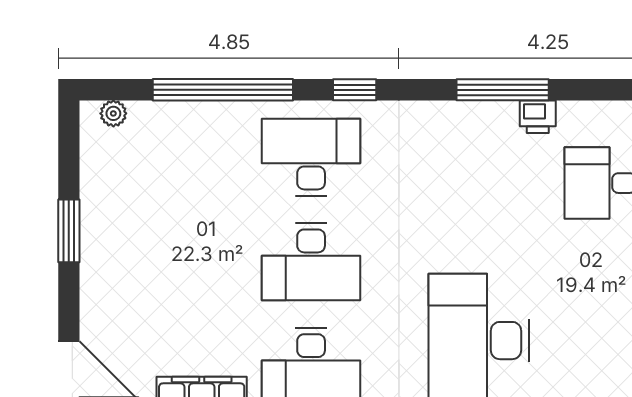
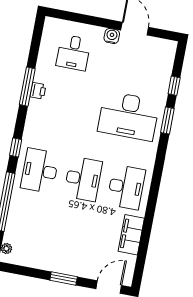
printer: (538, 117) -> (38, 91), moved
window: (69, 231) -> (64, 278), moved

